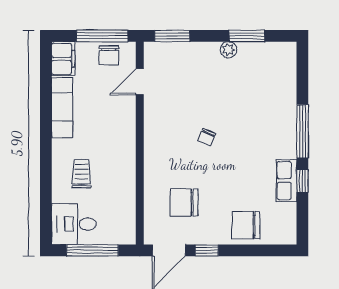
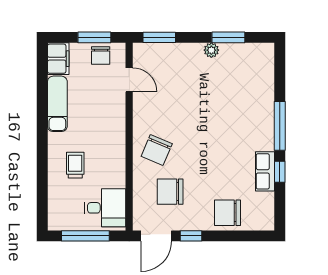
window: (102, 36) -> (94, 37), width x0.69
door: (140, 82) -> (129, 80), swing flipped
chair: (207, 137) -> (157, 150), moved, width x1.87, depth x1.87
desk: (74, 224) -> (105, 208), moved, turned 180

